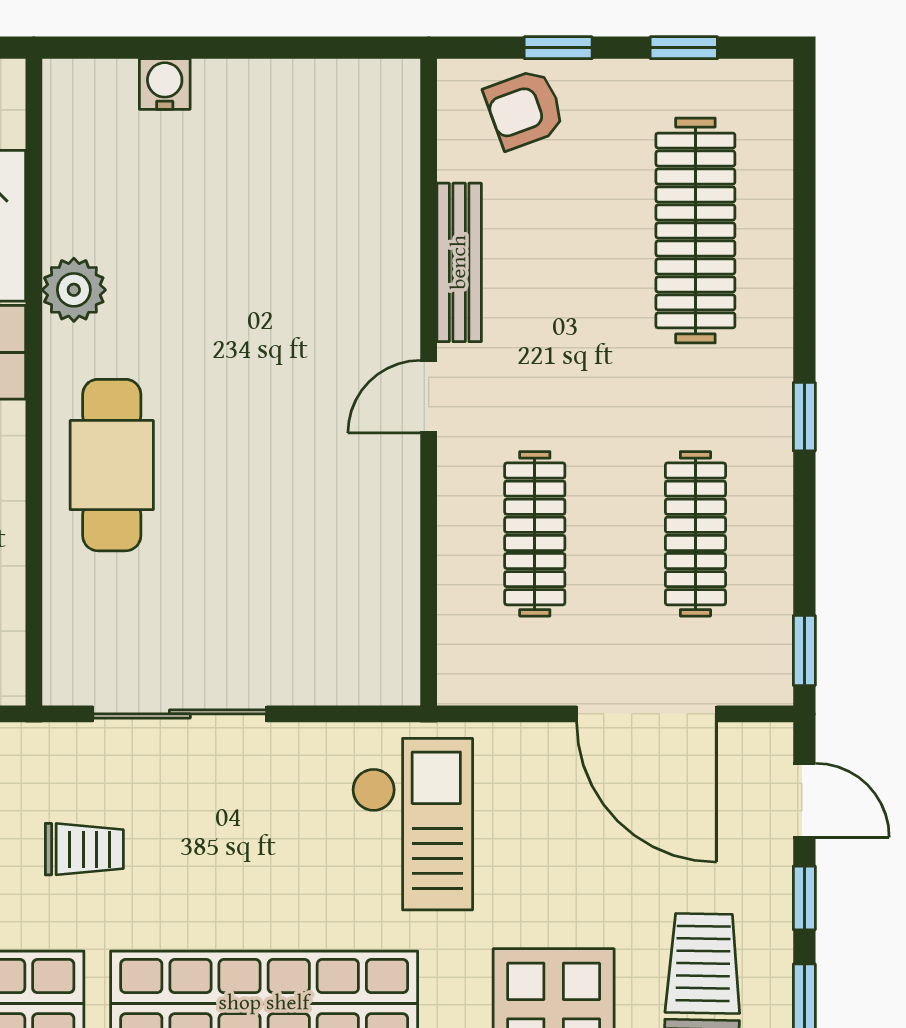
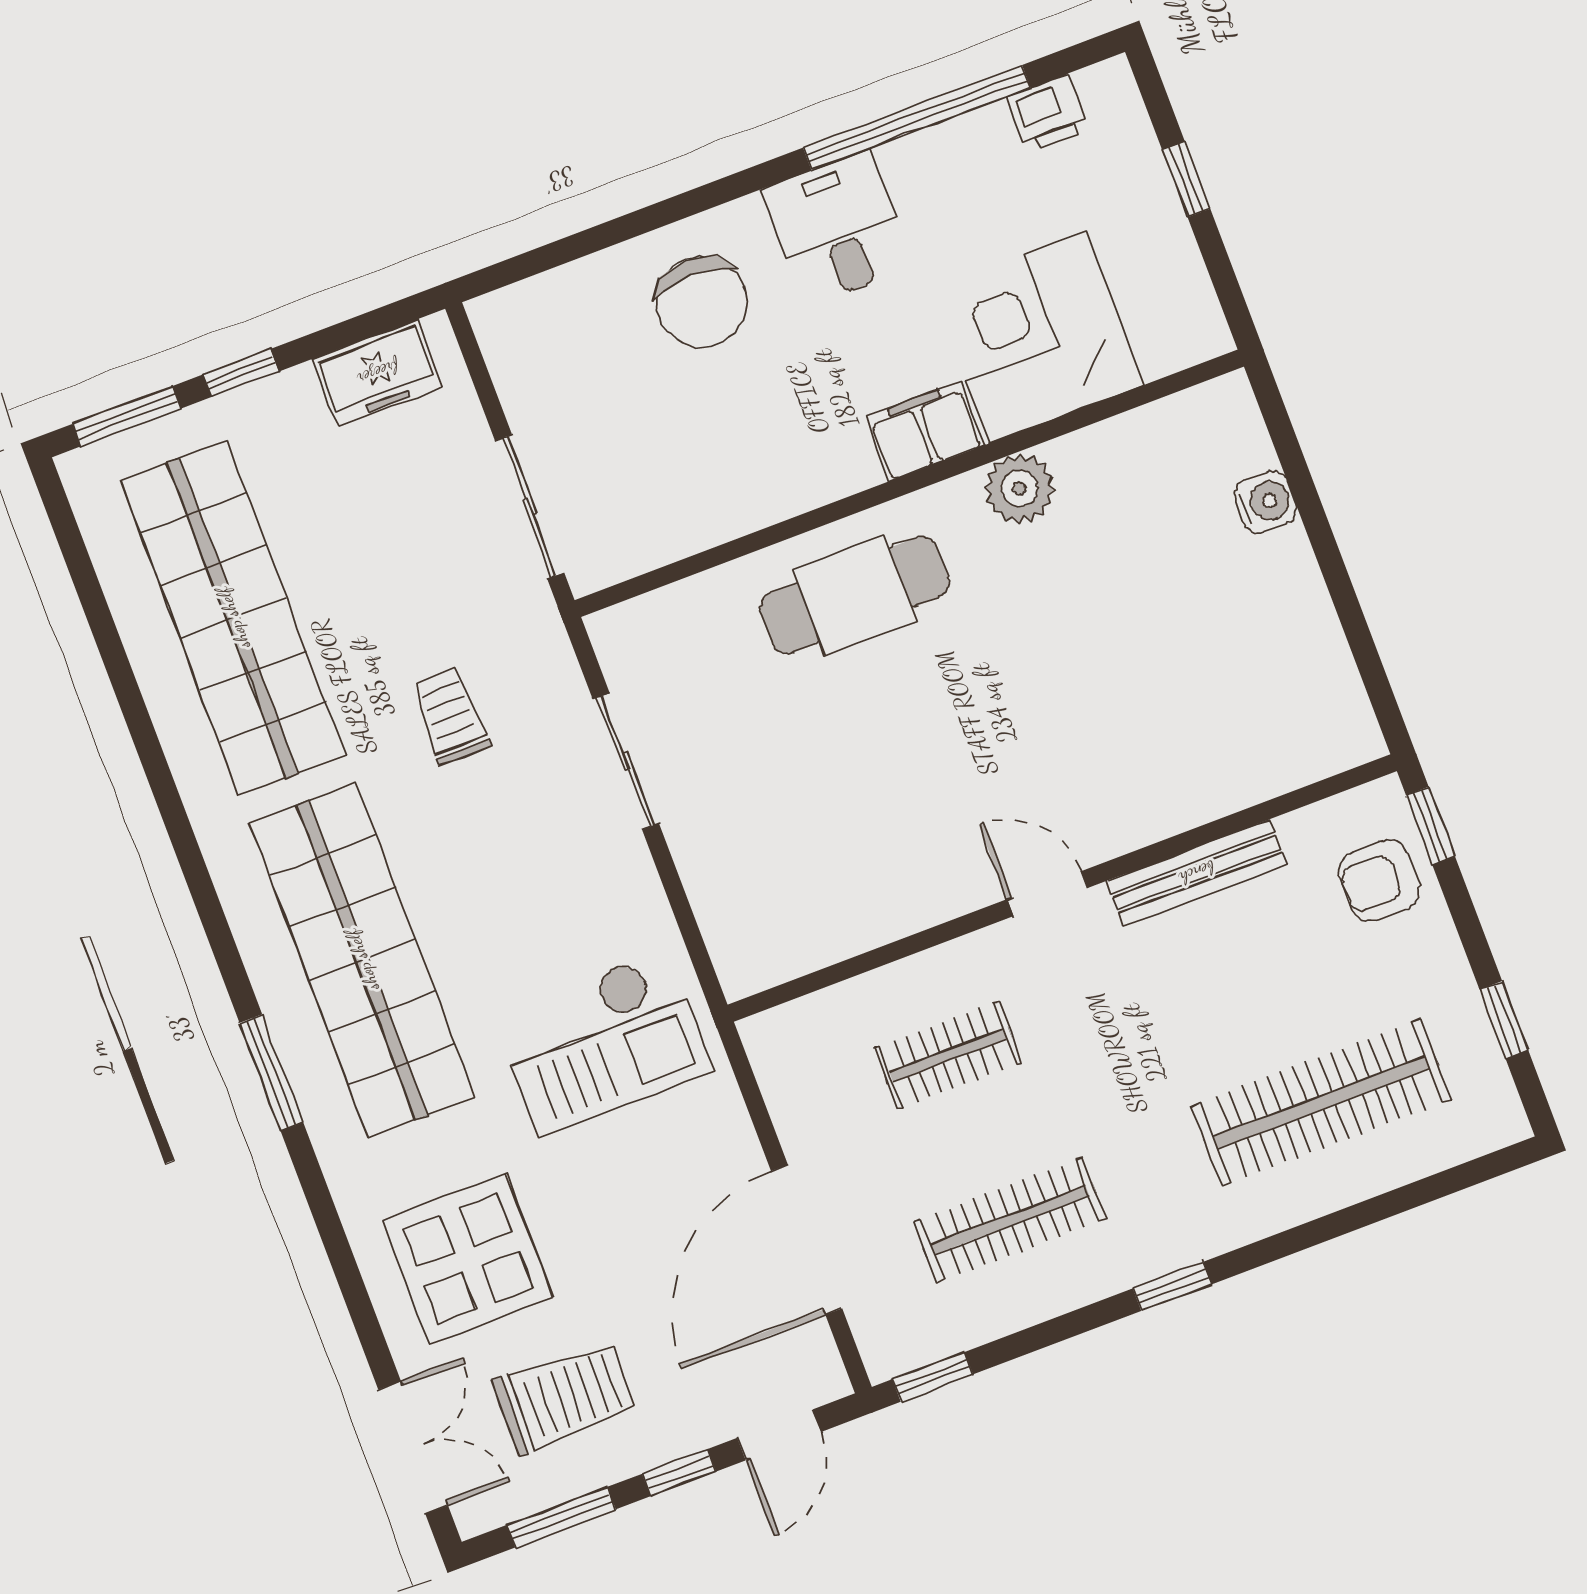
window: (558, 48) -> (1431, 826), moved
armchair: (525, 109) -> (1379, 880), turned -70
clothes rail: (535, 534) -> (948, 1055), width x0.73
sliding door: (180, 714) -> (626, 761), width x0.73
trolley: (84, 849) -> (450, 716), turned 180

